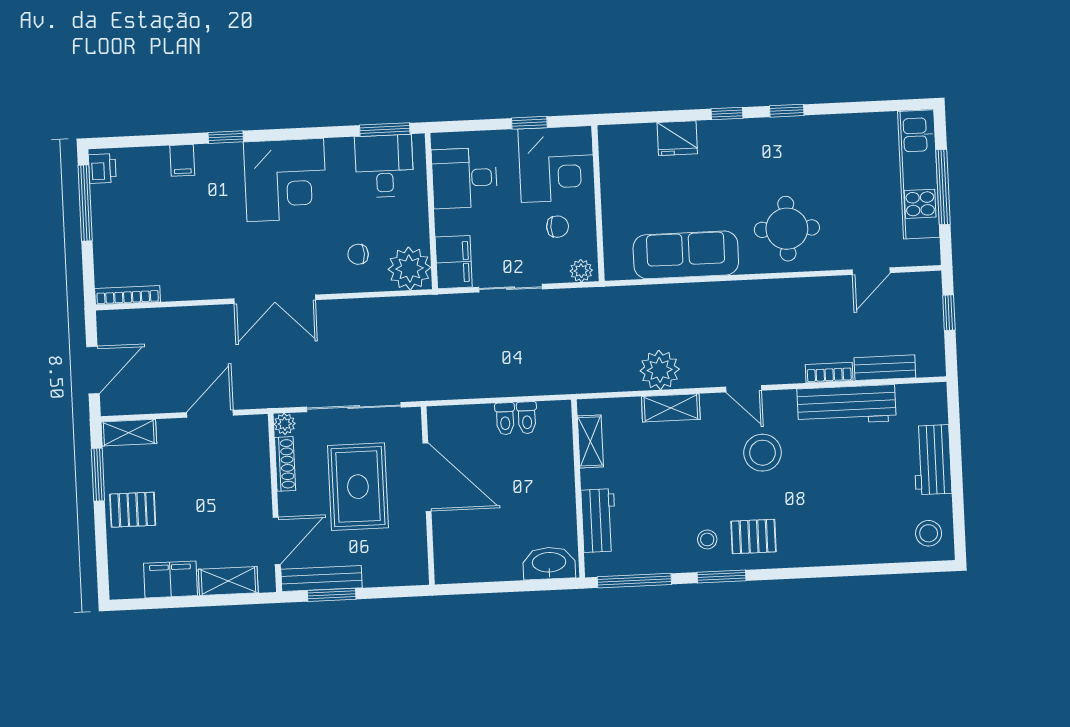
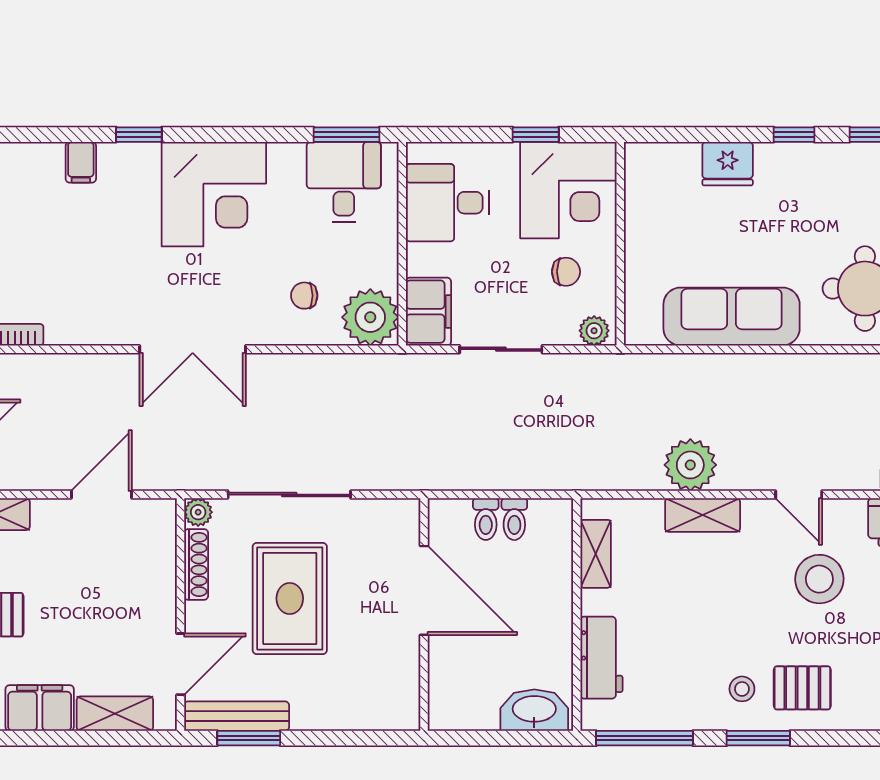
door: (427, 477) -> (424, 590), moved
wall: (428, 496) -> (424, 614), moved

